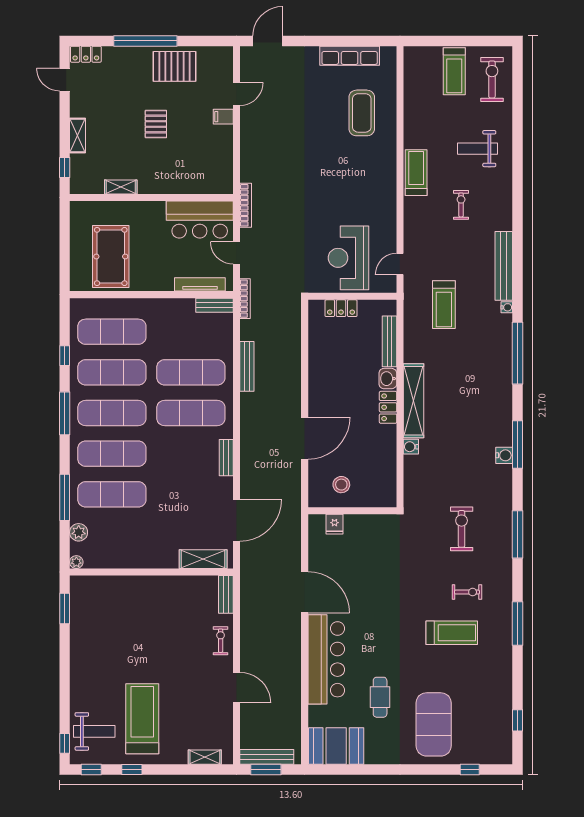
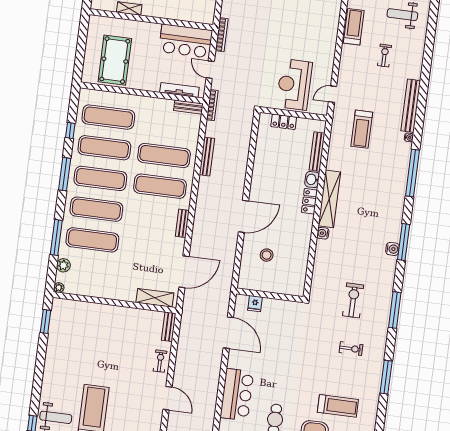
wall: (352, 511) -> (270, 295), moved
fridge: (334, 524) -> (255, 304), moved
treadmill: (452, 633) -> (338, 406), moved
bar counter: (326, 659) -> (237, 395), width x0.73

